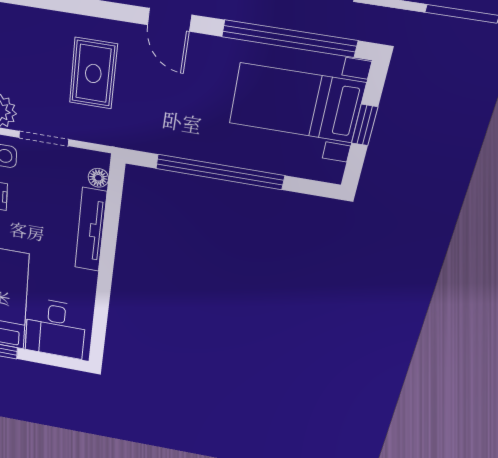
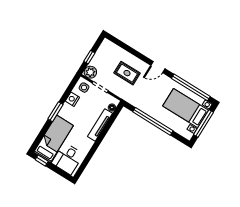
door: (169, 20) -> (158, 67), hinge flipped
rug: (93, 73) -> (127, 73), turned 90
window: (365, 125) -> (204, 123), width x2.17

